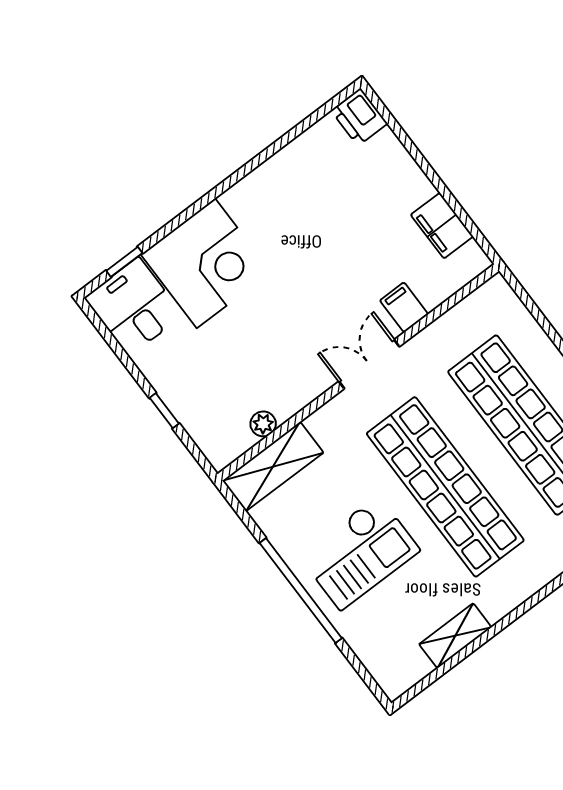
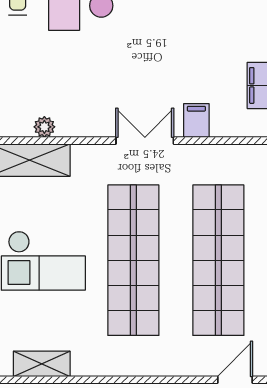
shelving: (455, 636) -> (42, 364), moved

